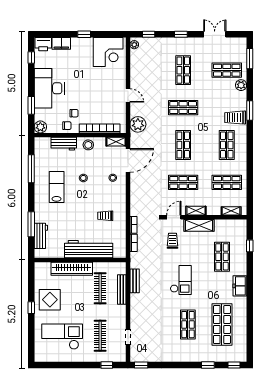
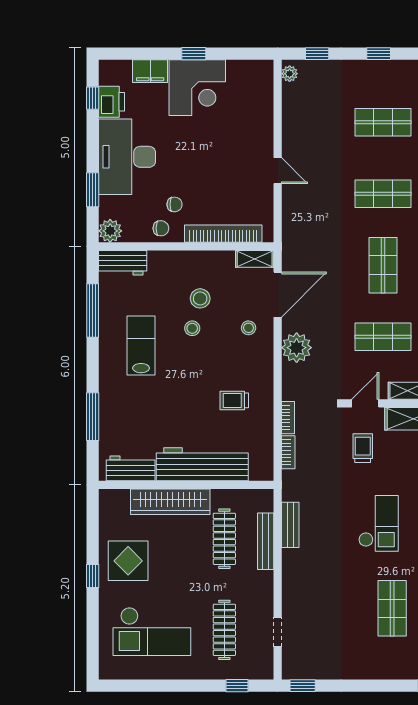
printer: (43, 44) -> (111, 102), moved, turned -90
corner desk: (108, 52) -> (197, 88), moved
shop shelf: (183, 70) -> (383, 122), turned 90
plant: (138, 124) -> (297, 348), moved
workbench: (64, 144) -> (123, 263), moved
stool: (88, 145) -> (200, 298), moved
workbench: (41, 236) -> (131, 468), moved, turned -90
checkout: (62, 337) -> (152, 631), turned 180

